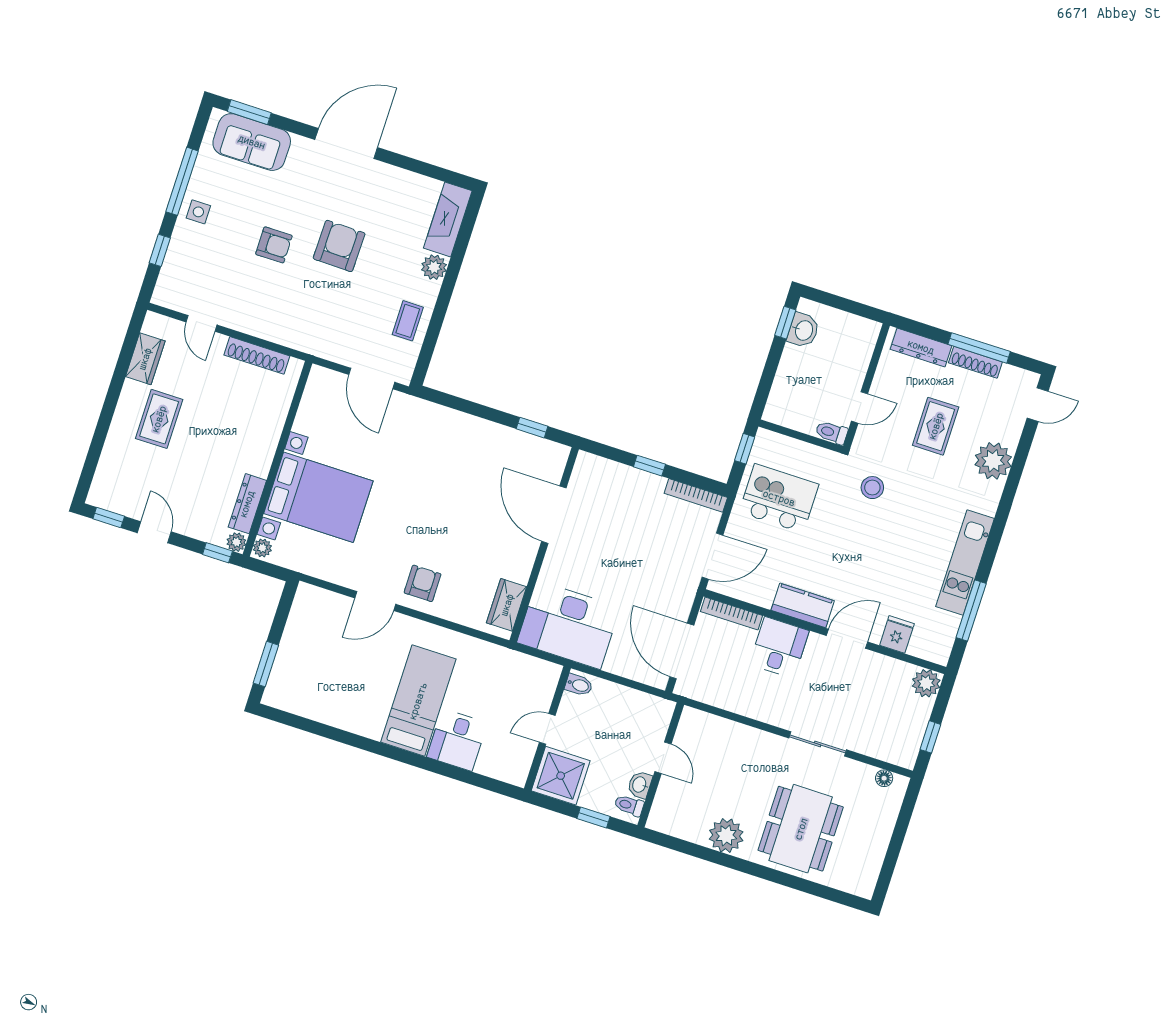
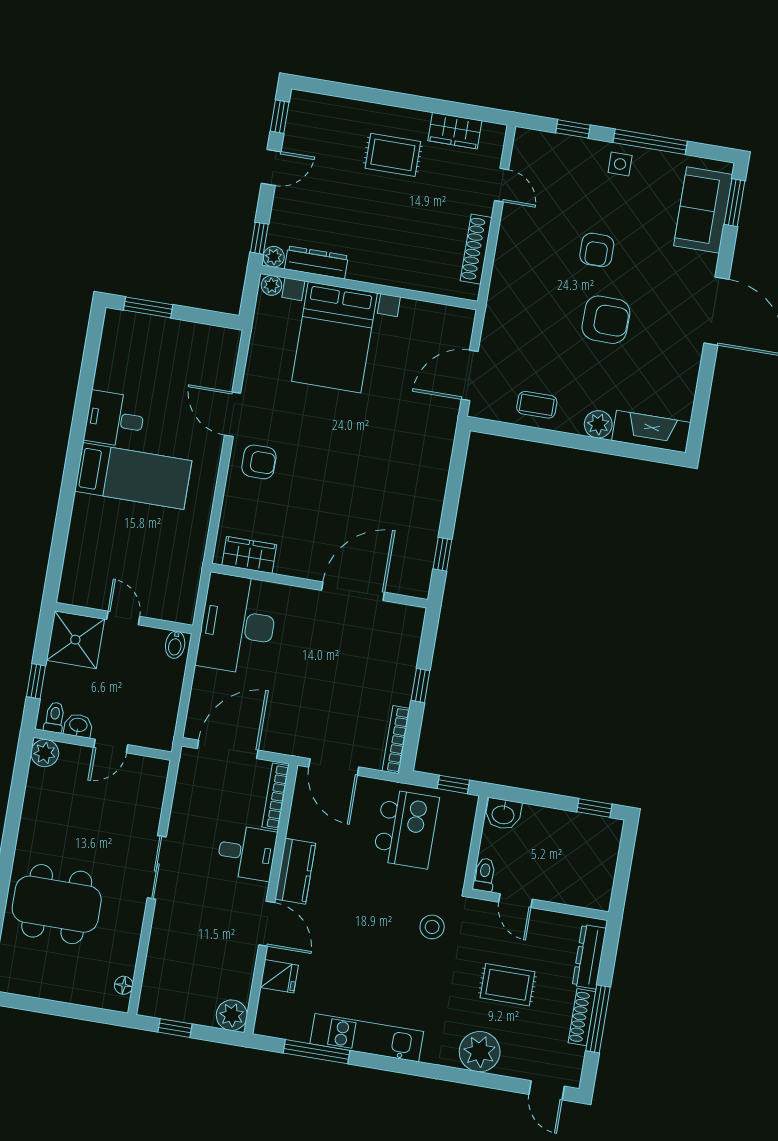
door: (201, 323) -> (502, 185), swing flipped
washbasin: (803, 330) -> (503, 814), moved
desk: (457, 740) -> (115, 419), moved
sliding door: (818, 744) -> (157, 867), moved
plant: (726, 836) -> (45, 753), moved, width x0.73, depth x0.73

